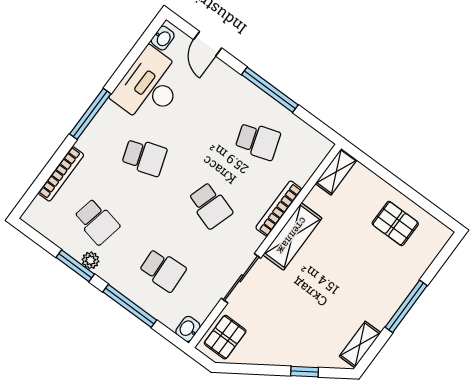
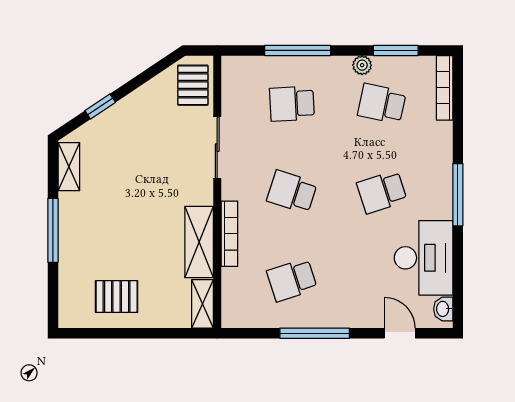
bookcase: (61, 174) -> (445, 88), moved
shelving: (292, 236) -> (199, 242), moved
window: (75, 266) -> (396, 50), moved
washbasin: (188, 329) -> (231, 68), removed

